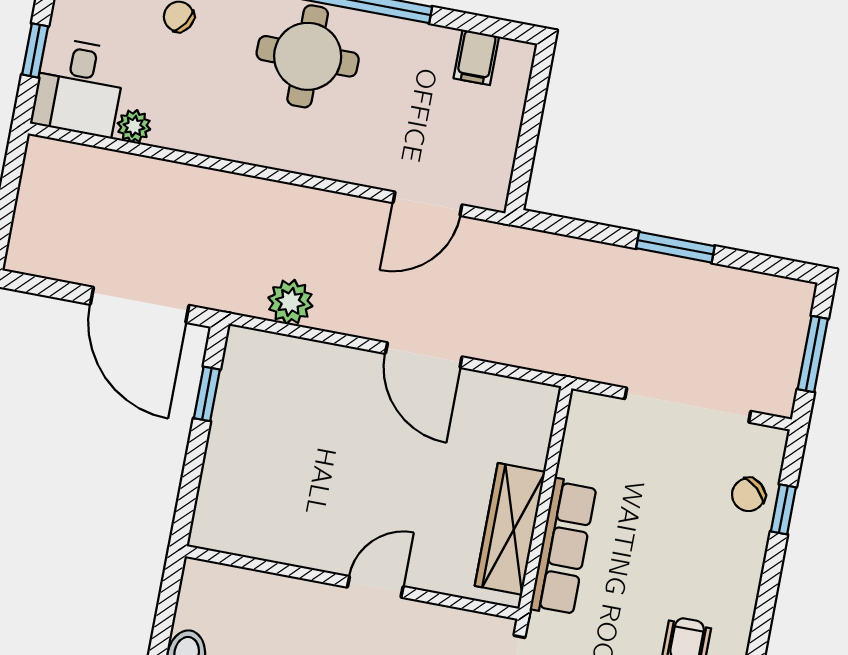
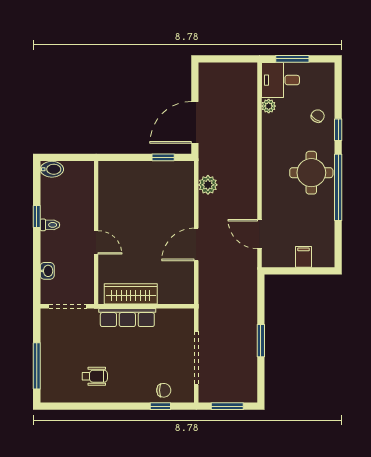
window: (35, 50) -> (292, 59), width x1.50
filing cabinet: (476, 57) -> (303, 257), moved, turned 90
chair: (748, 495) -> (164, 390), turned 138

